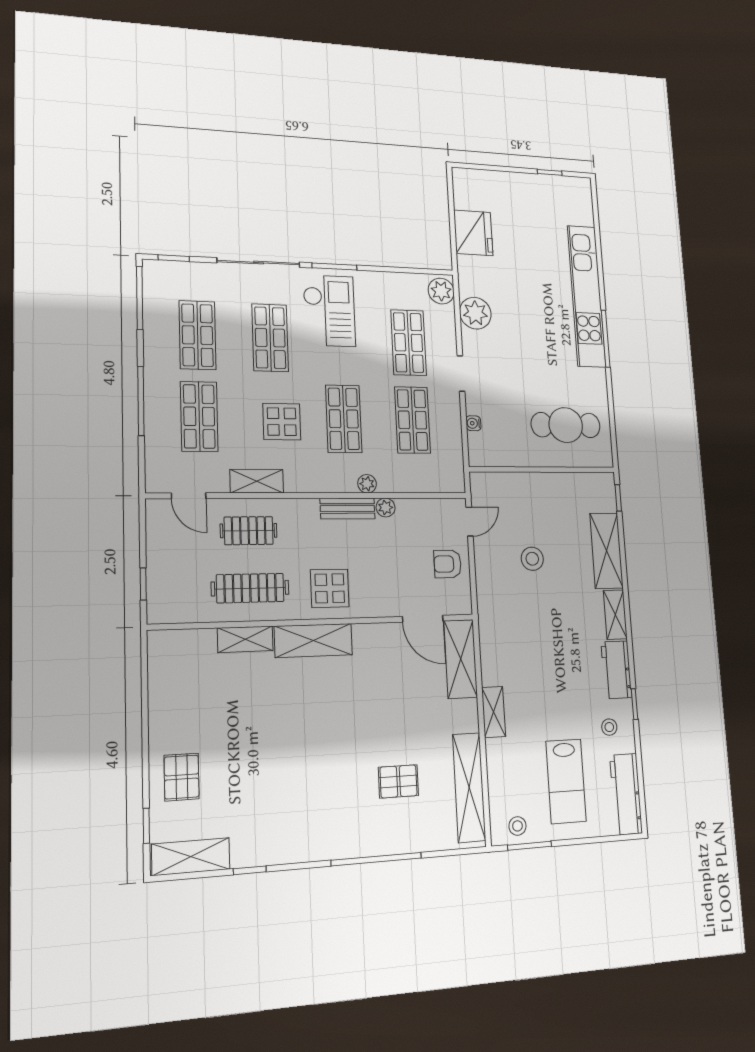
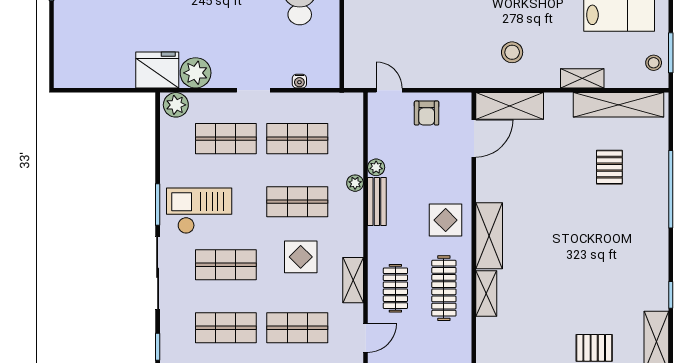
fridge: (473, 233) -> (157, 70), moved
stool: (532, 559) -> (512, 52), moved
shelving: (494, 712) -> (582, 78), moved

